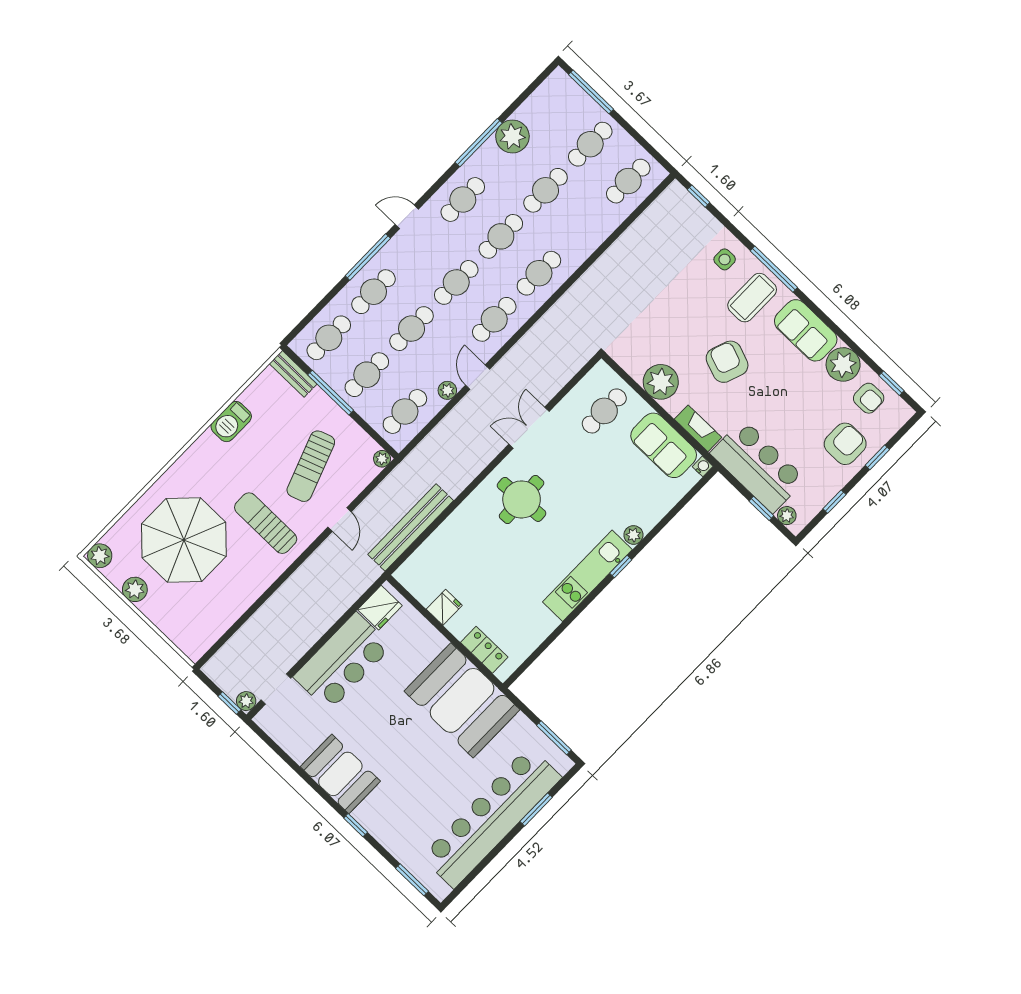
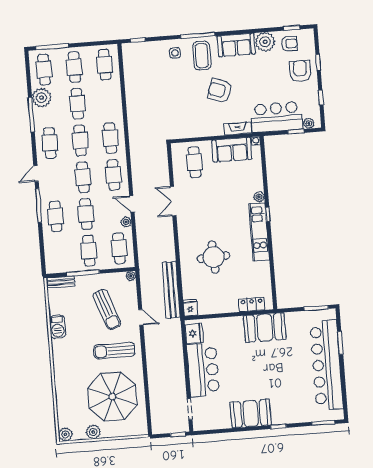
cafe table: (329, 338) -> (44, 69), moved
plant: (661, 382) -> (203, 127), removed
round table: (522, 499) -> (214, 257), moved
parasol: (184, 540) -> (112, 397), moved
fridge: (444, 607) -> (190, 308), moved
booth: (462, 700) -> (265, 328), width x0.73, depth x0.70
plant: (246, 701) -> (183, 426), removed

